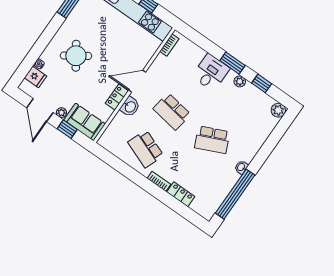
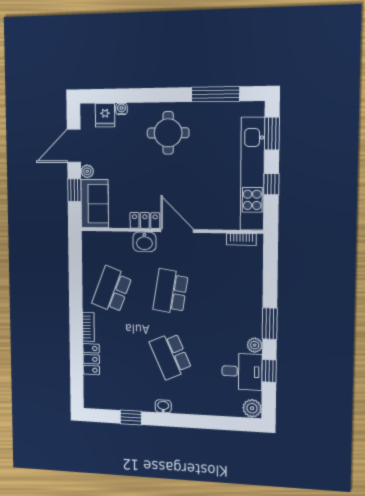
round table: (76, 56) -> (168, 133), moved, turned 34
desk: (211, 72) -> (242, 372), moved
window: (235, 194) -> (131, 417), width x0.32

